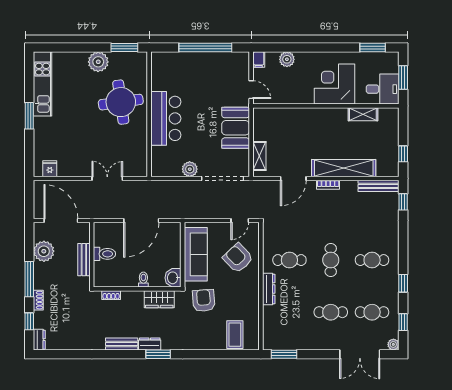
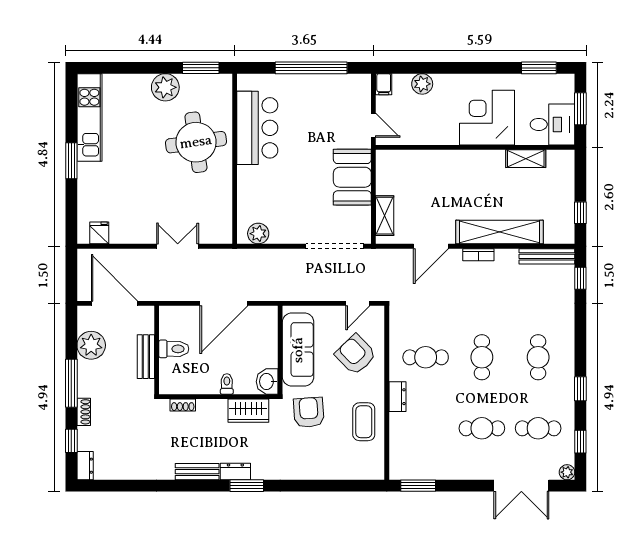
bar counter: (166, 118) -> (257, 128), moved
plant: (190, 169) -> (258, 234), moved
cafe table: (372, 260) -> (538, 357), turned 90
dresser: (269, 289) -> (397, 397), width x0.70
coffee table: (235, 335) -> (364, 422), moved

